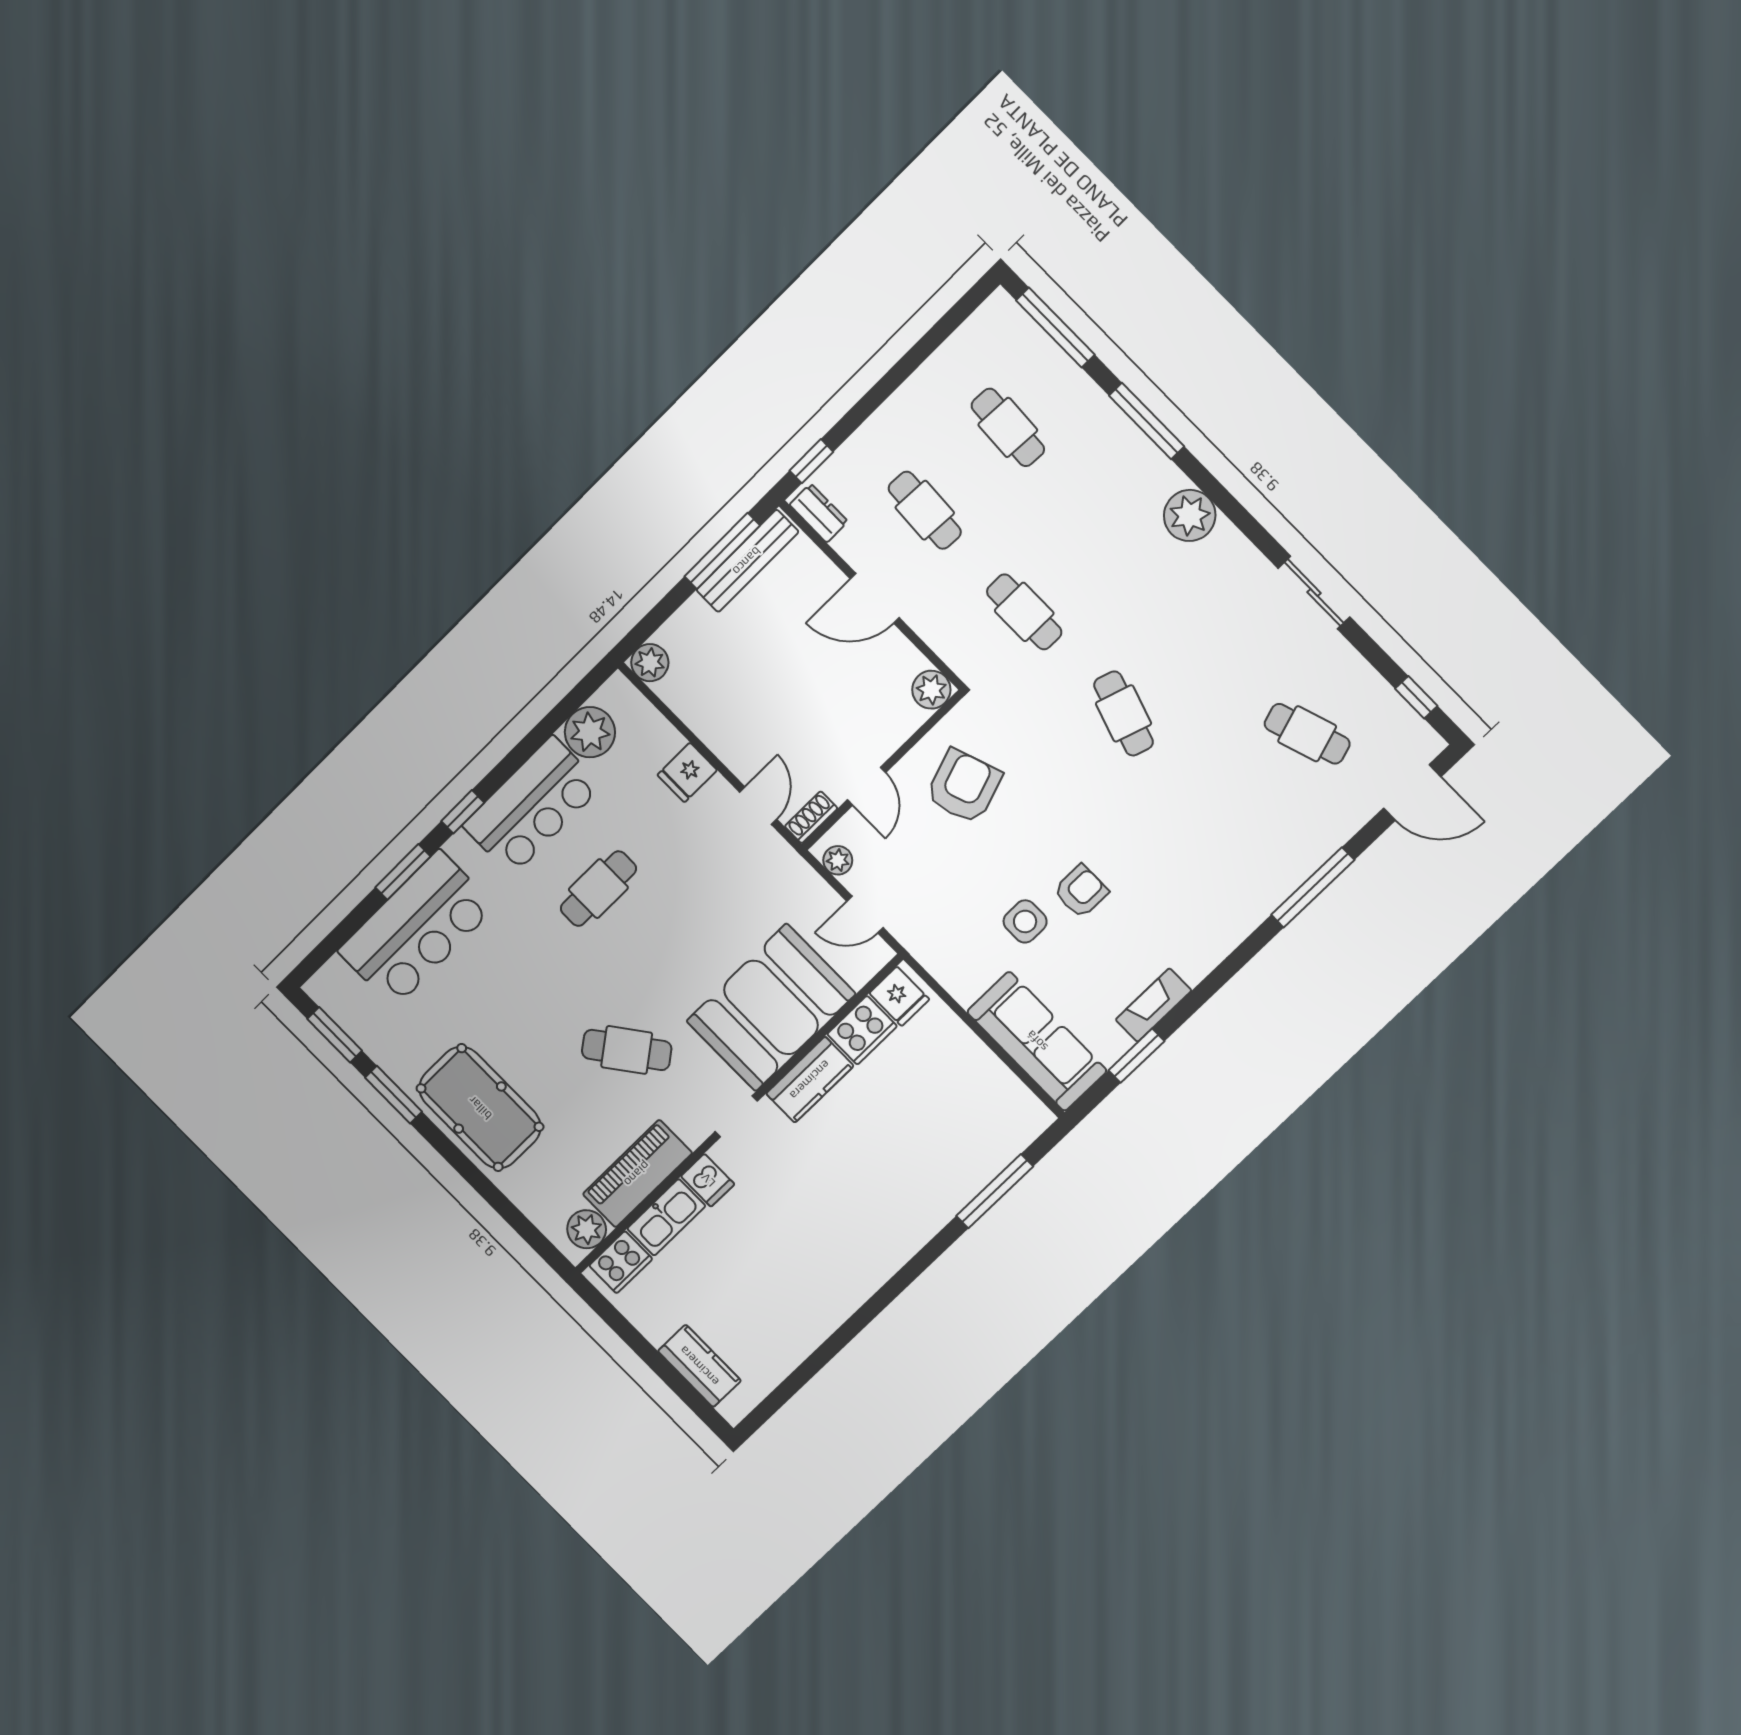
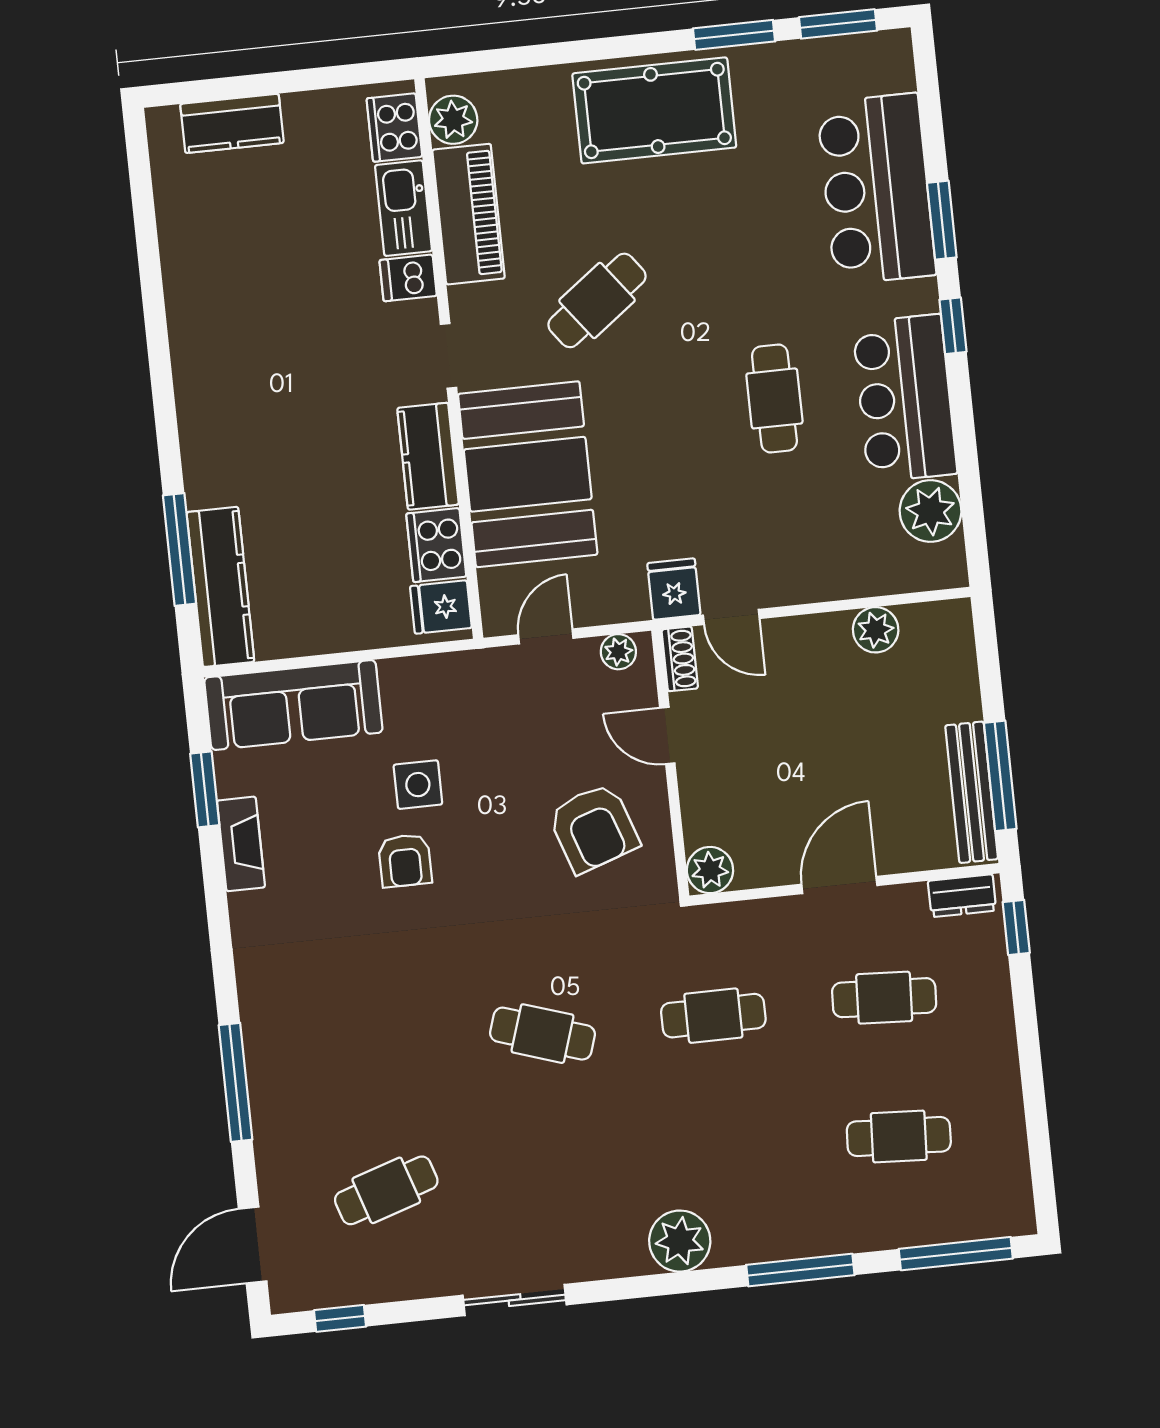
plant: (650, 663) -> (876, 630), moved
fridge: (687, 772) -> (674, 589), moved
kitchen counter: (998, 1147) -> (220, 587), added

